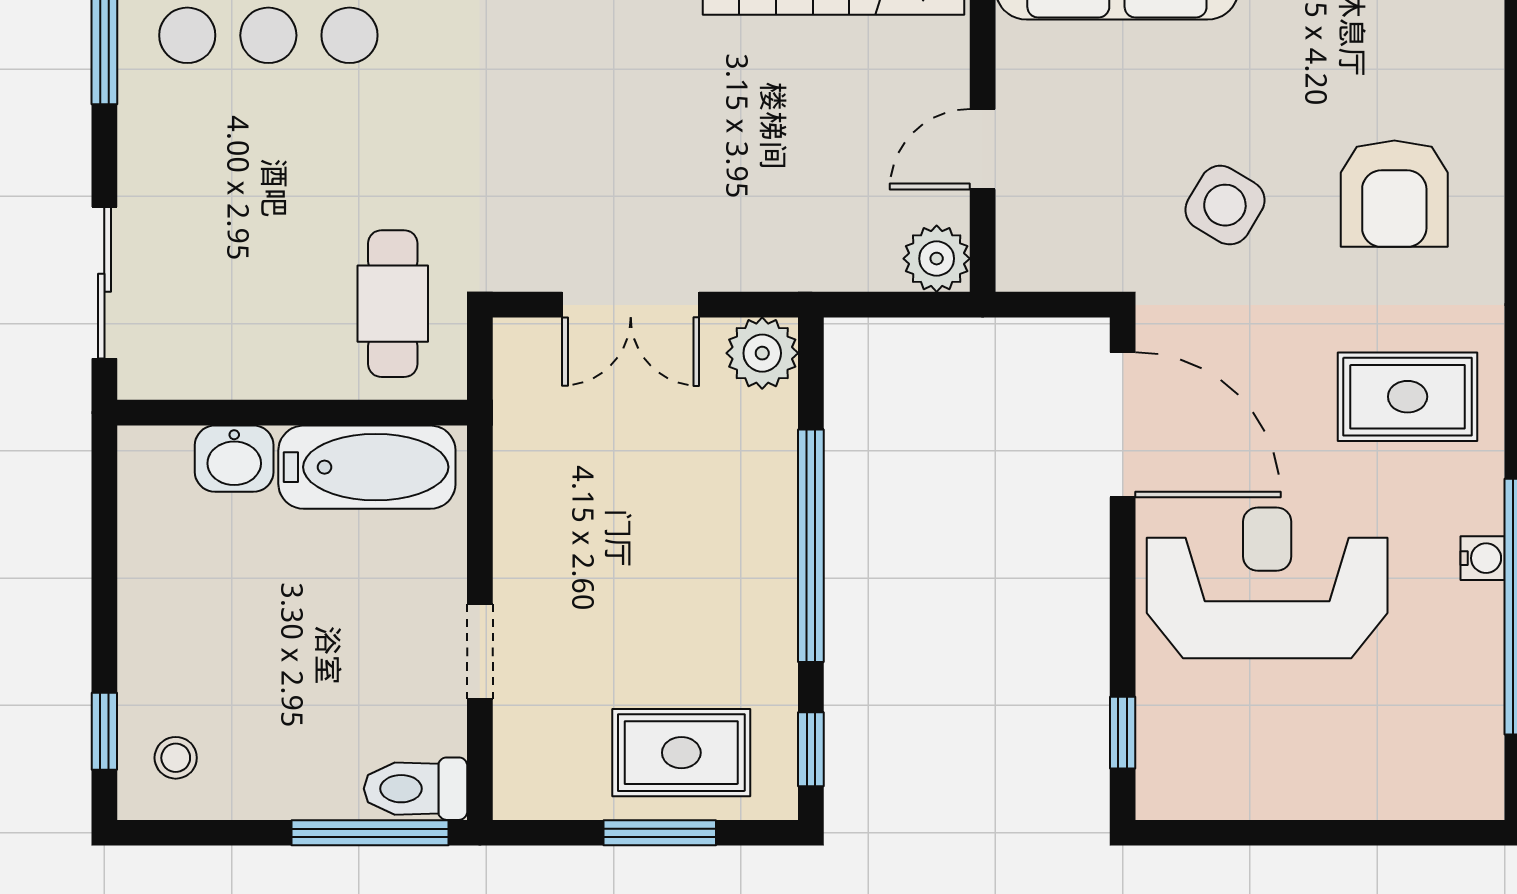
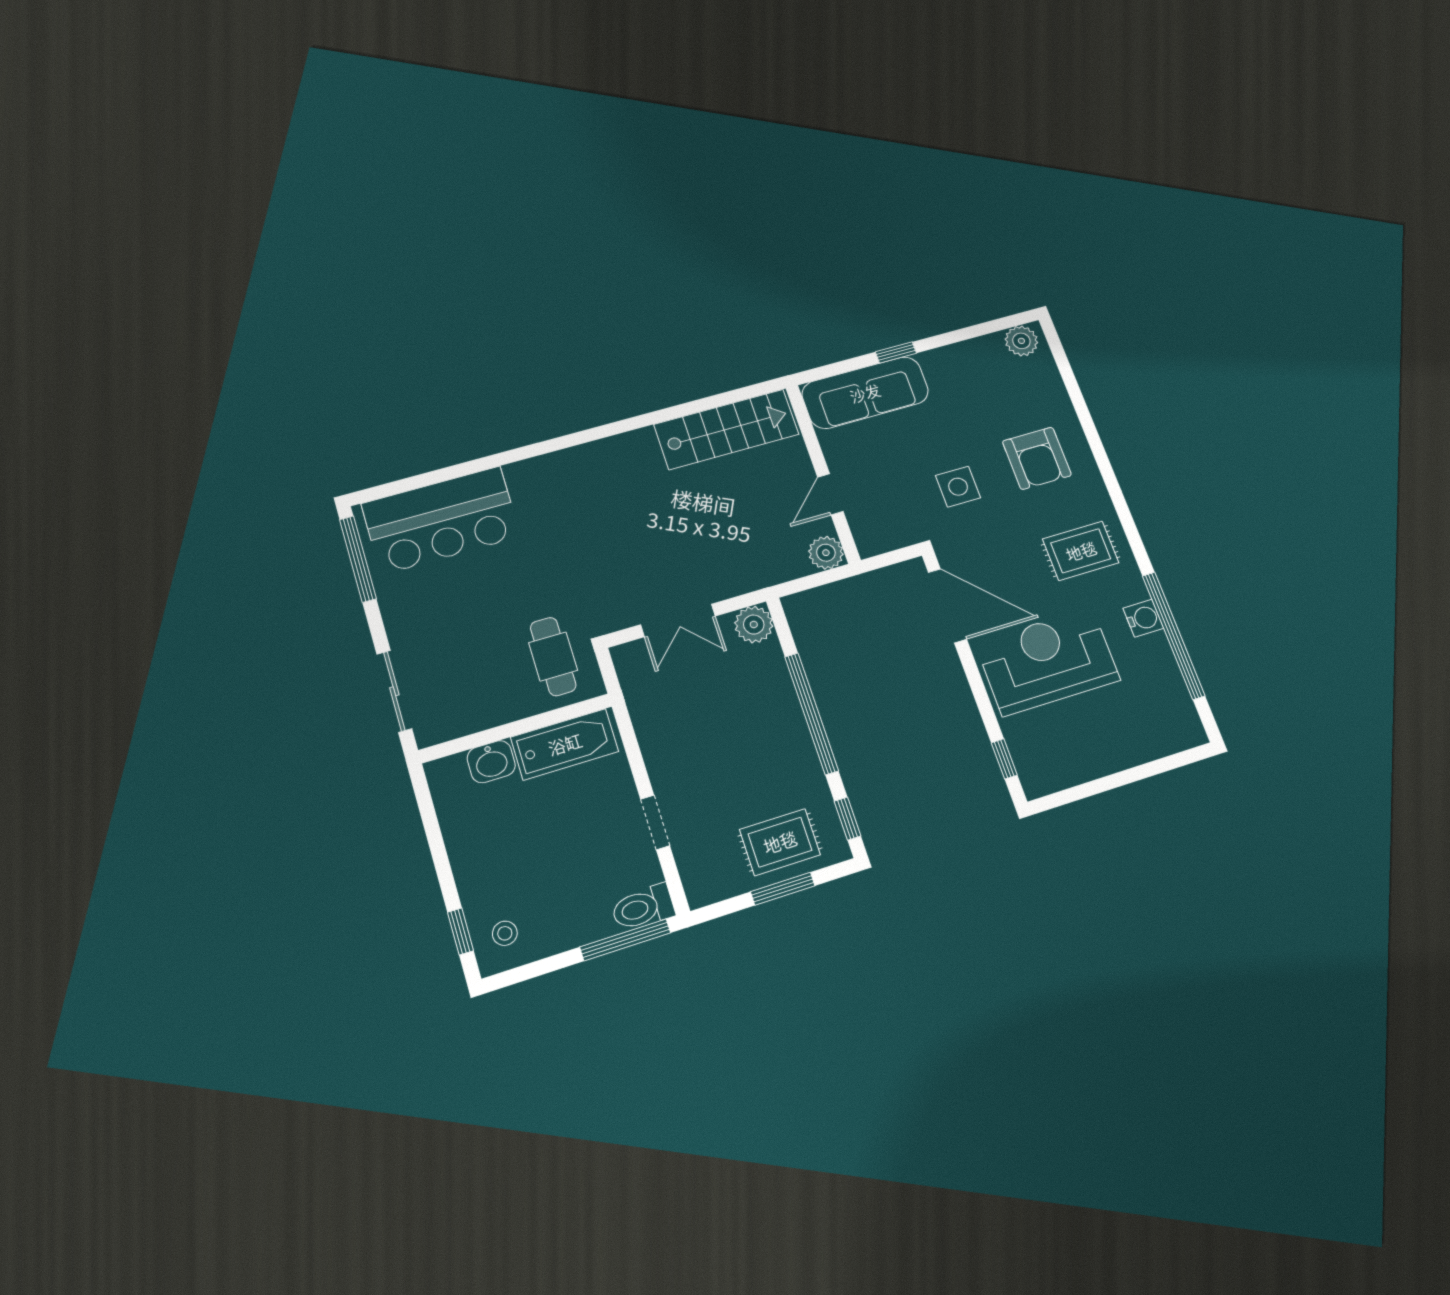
side table: (1225, 205) -> (958, 487), turned -31
water cooler: (1483, 558) -> (1143, 618), width x1.38, depth x1.38

